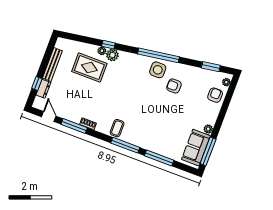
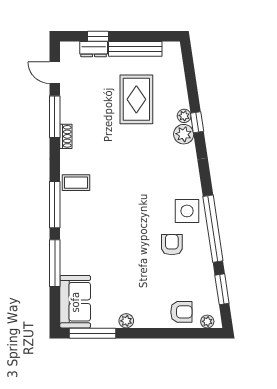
window: (159, 55) -> (213, 229), moved
rug: (89, 68) -> (136, 99), moved
door: (49, 116) -> (55, 73), swing flipped
sofa: (196, 148) -> (75, 302), moved, turned 90

